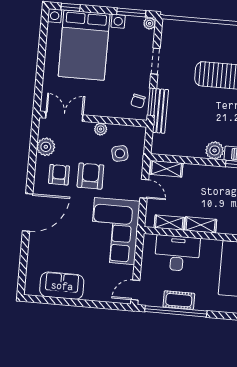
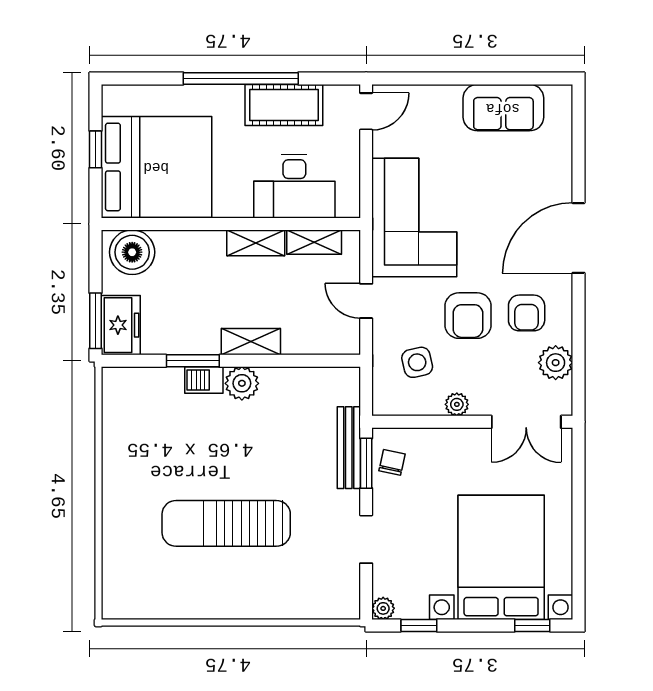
window: (131, 13) -> (419, 625), width x0.67
shelving: (166, 169) -> (251, 342), moved
cot: (179, 300) -> (284, 105), width x1.37, depth x1.34
window: (176, 311) -> (241, 78), moved

